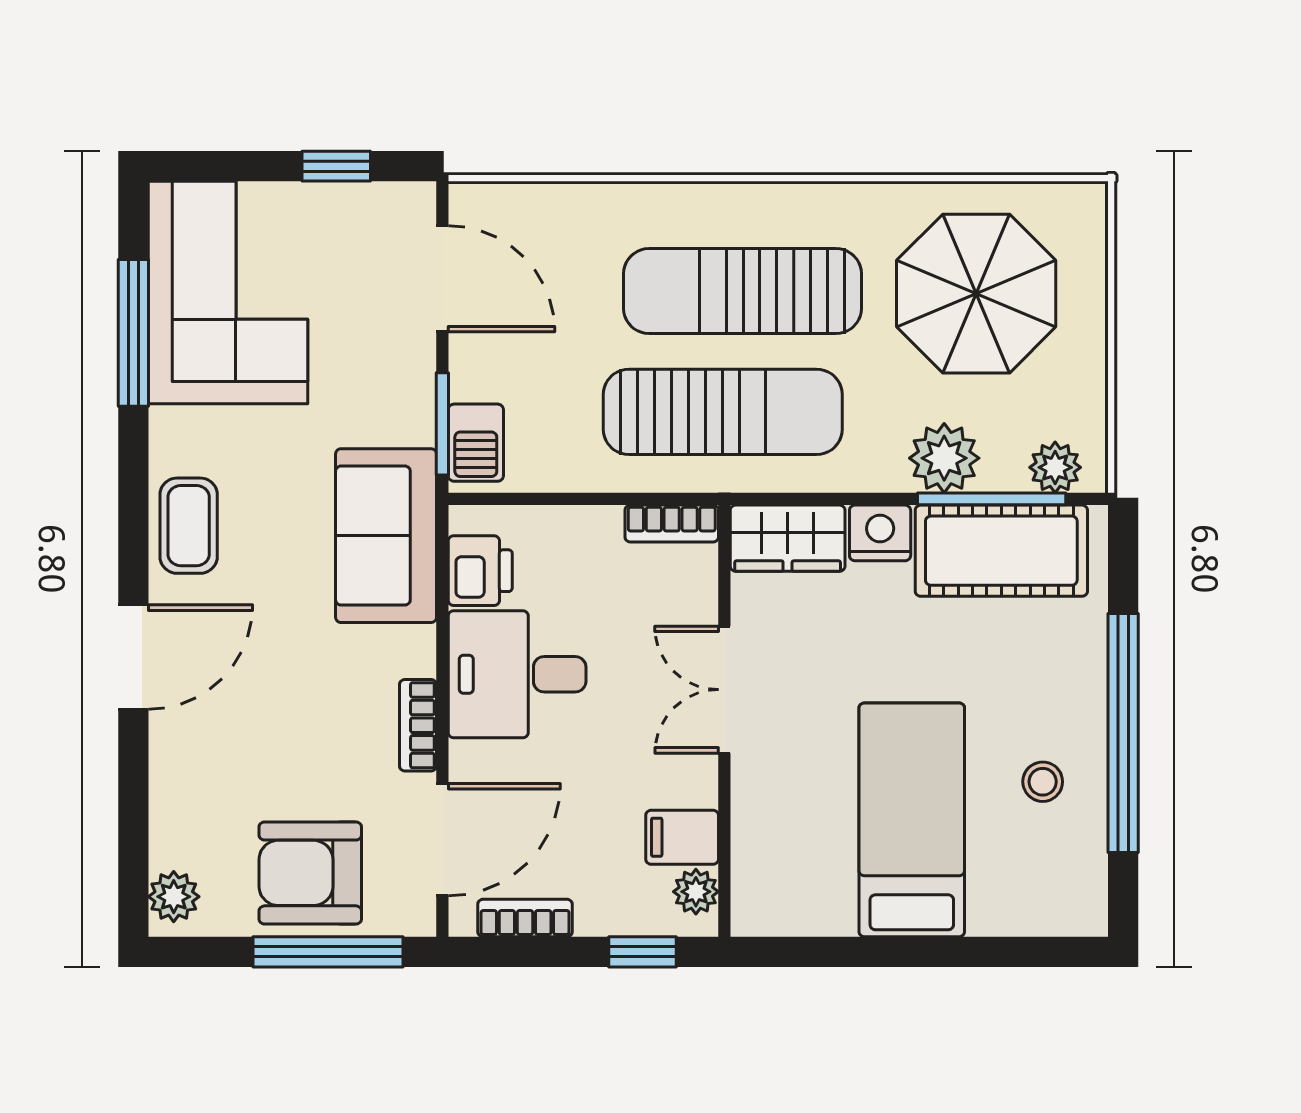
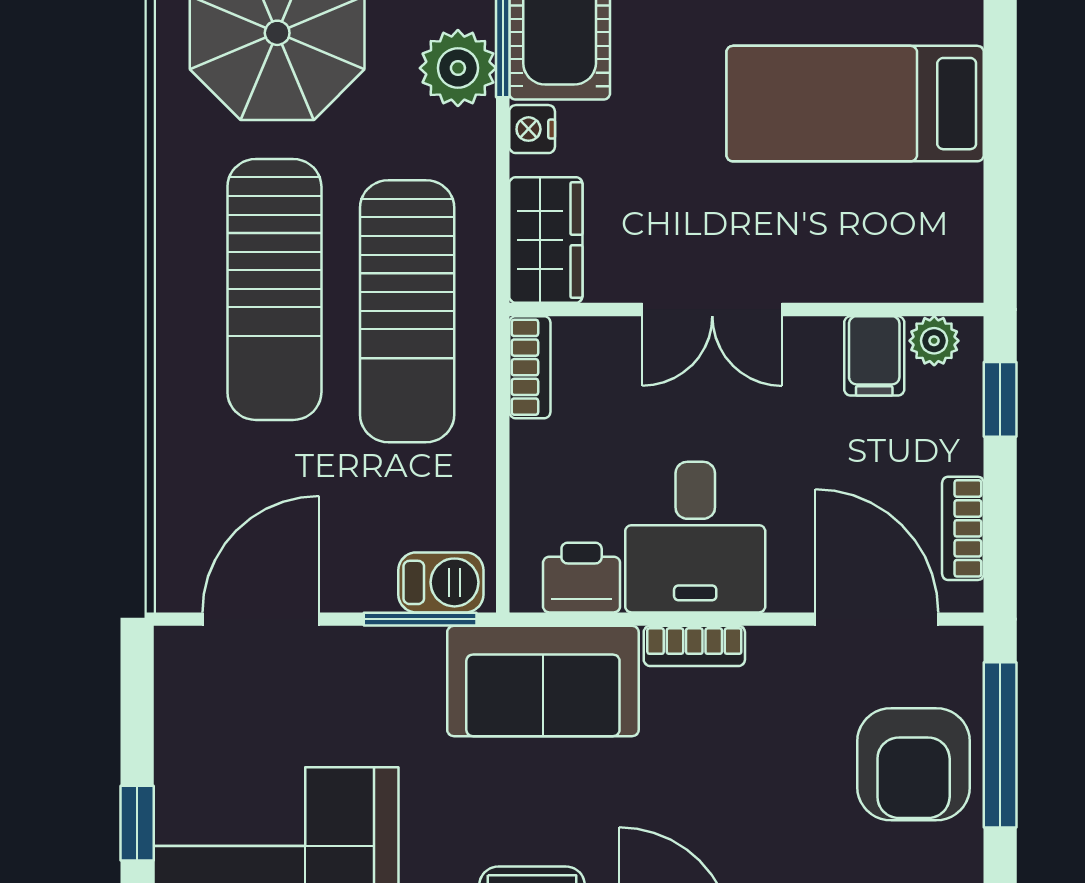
window: (336, 166) -> (137, 823), moved
sun lounger: (723, 412) -> (407, 311), turned 180
nightstand: (880, 533) -> (532, 129), width x0.72, depth x0.74
bookcase: (418, 725) -> (694, 646), moved

